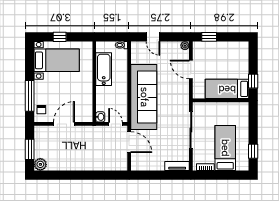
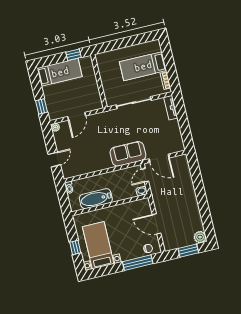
bed: (227, 89) -> (60, 72), moved, turned -90
sofa: (144, 97) -> (128, 154), width x0.54, depth x0.79
door: (129, 142) -> (159, 158), swing flipped
window: (253, 151) -> (140, 39), removed

